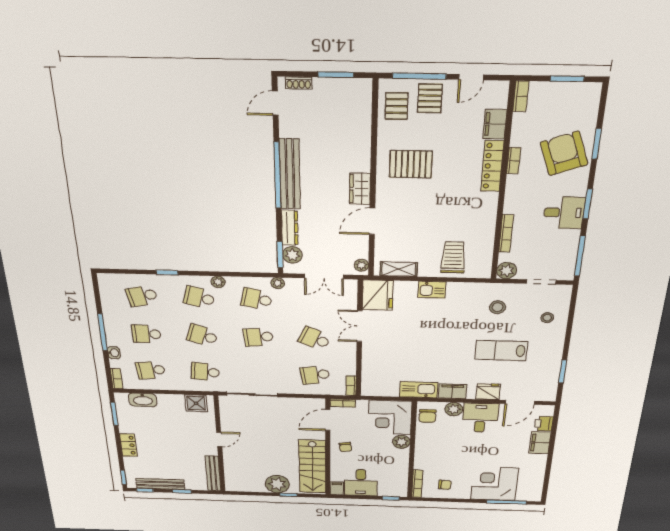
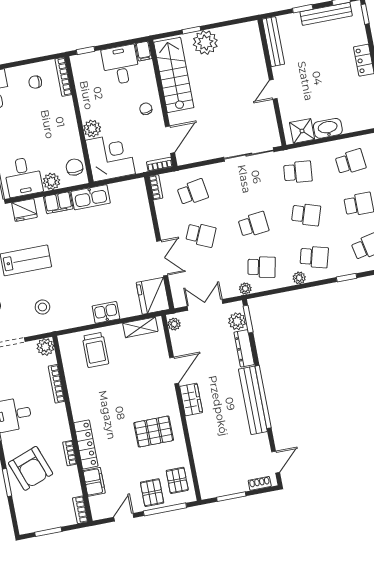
washbasin: (143, 400) -> (328, 128), moved

